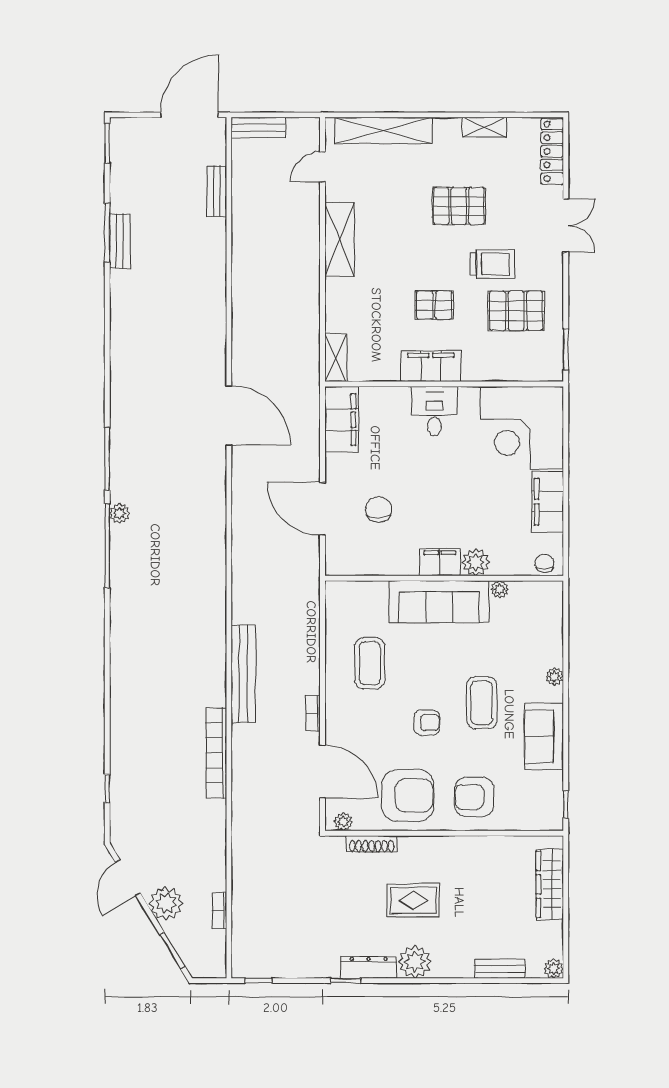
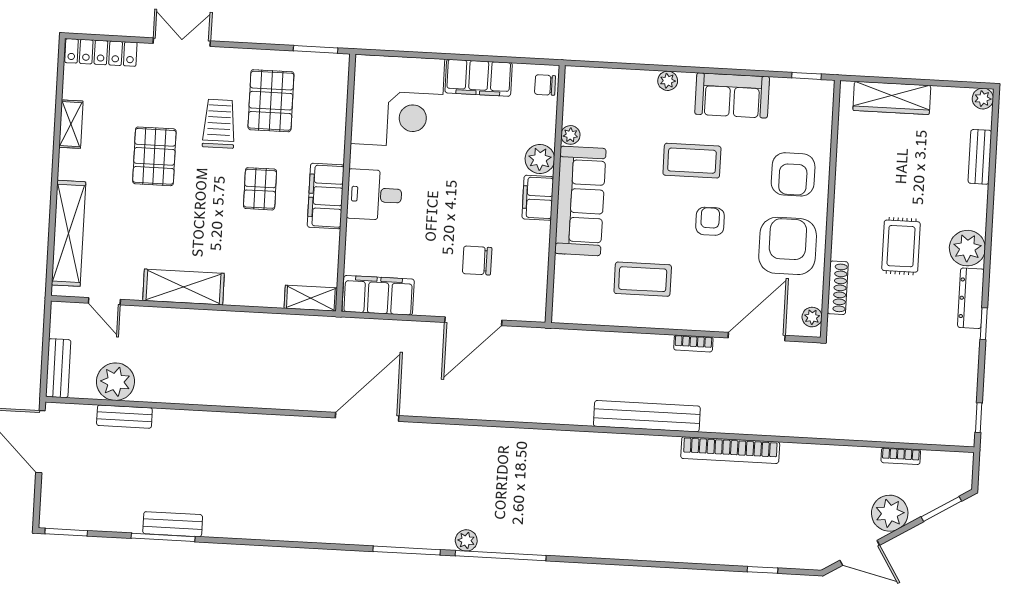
plant: (249, 181) -> (115, 382), added

